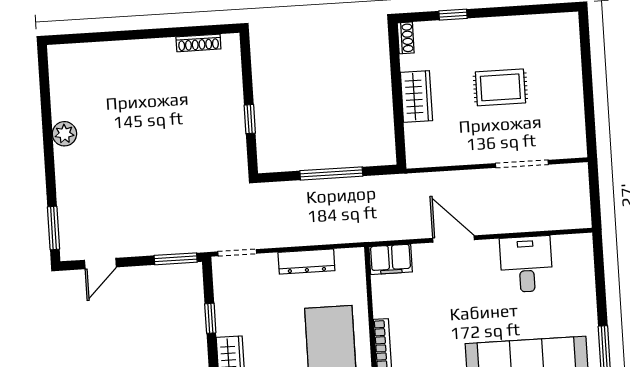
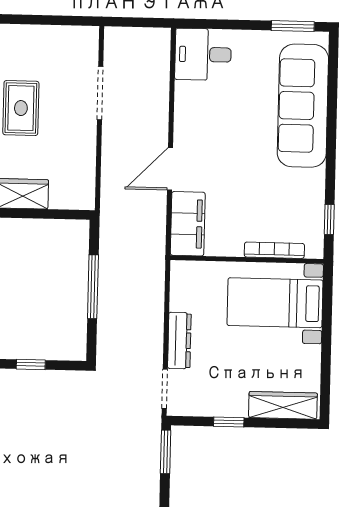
filing cabinet: (391, 259) -> (188, 224), width x1.50, depth x1.17
dresser: (306, 262) -> (179, 341), moved
desk: (526, 264) -> (203, 54), moved

